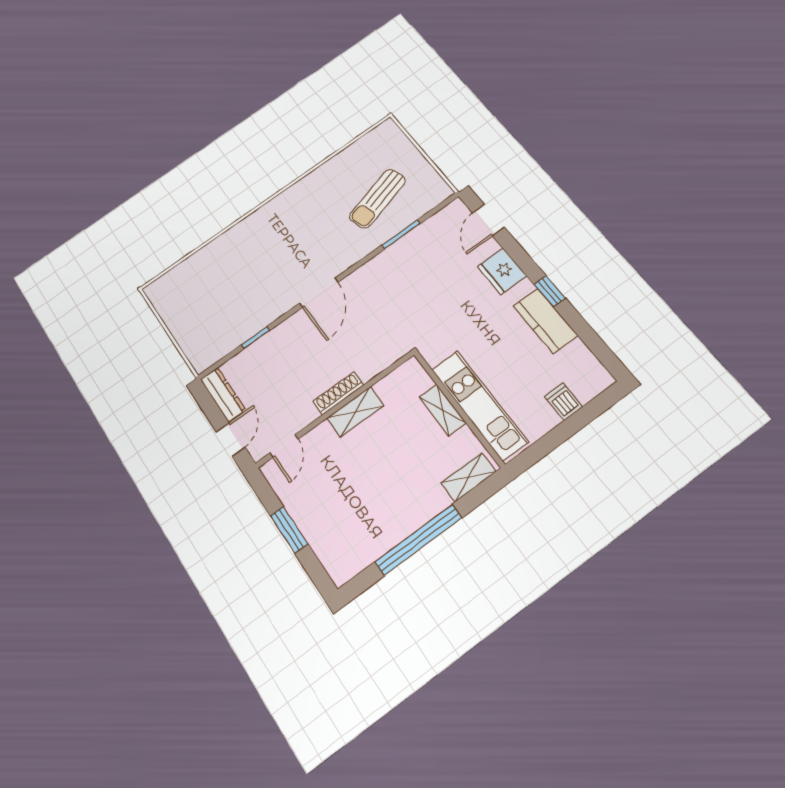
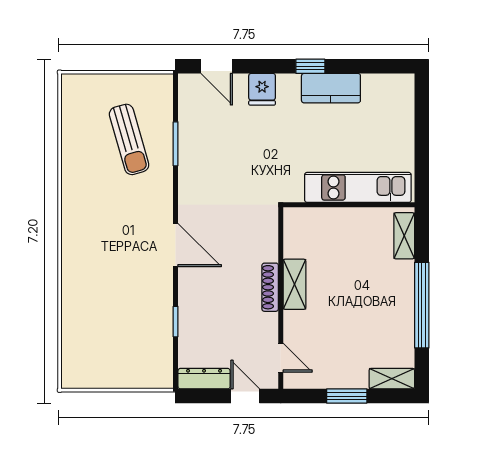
fridge: (502, 271) -> (262, 89), width x0.72
dishwasher: (564, 402) -> (401, 124), removed
shelving: (443, 410) -> (392, 379), moved

